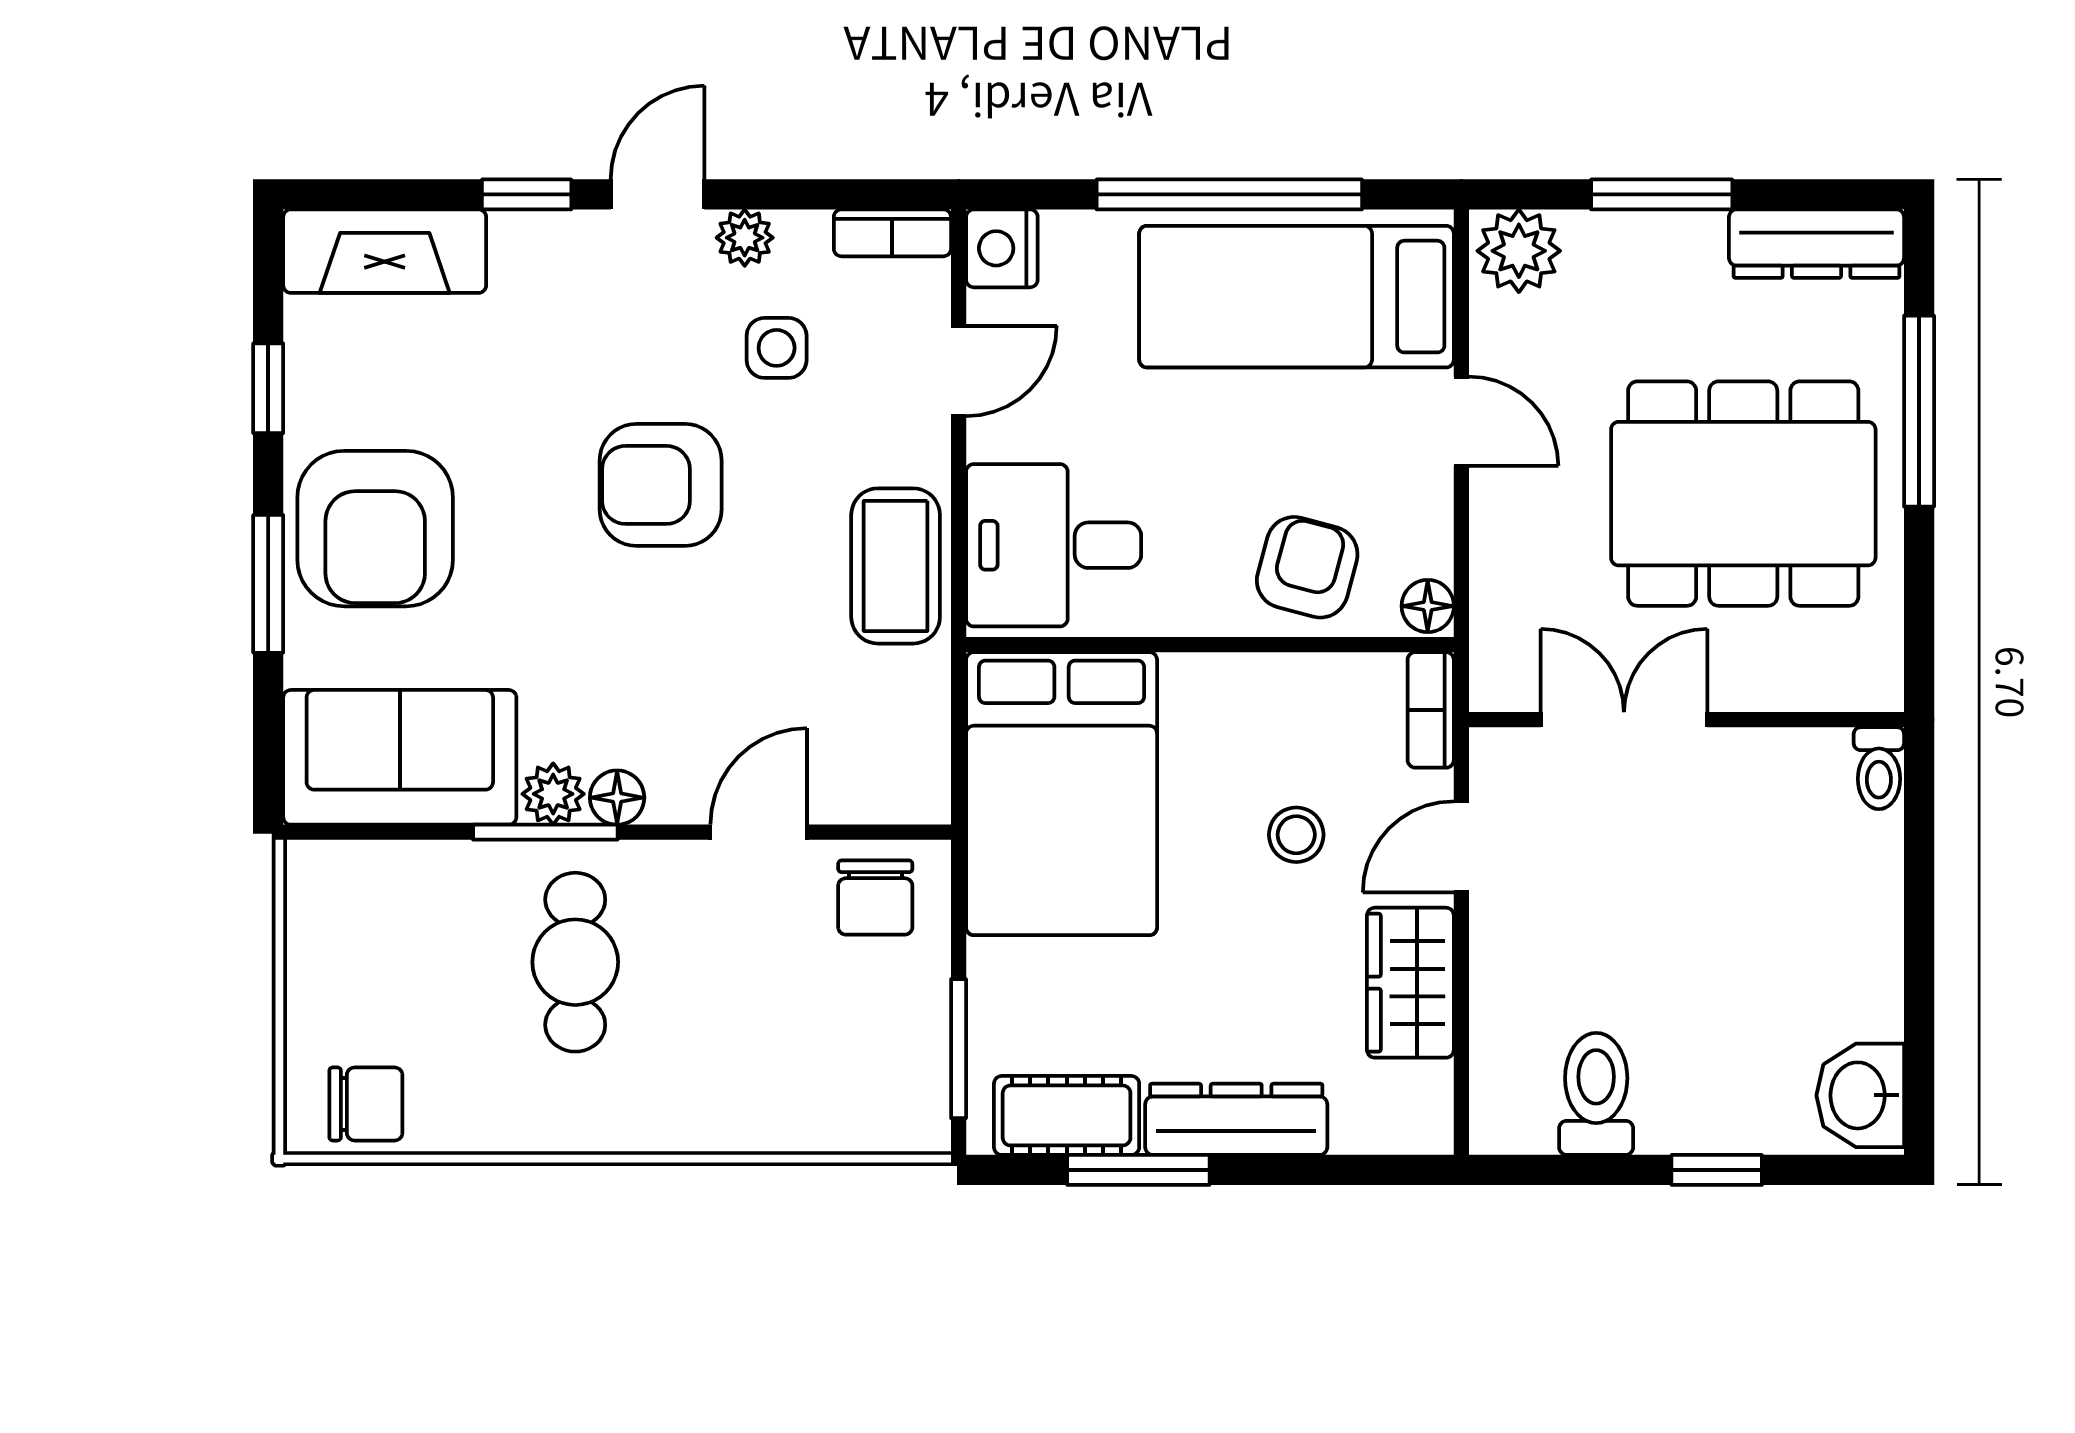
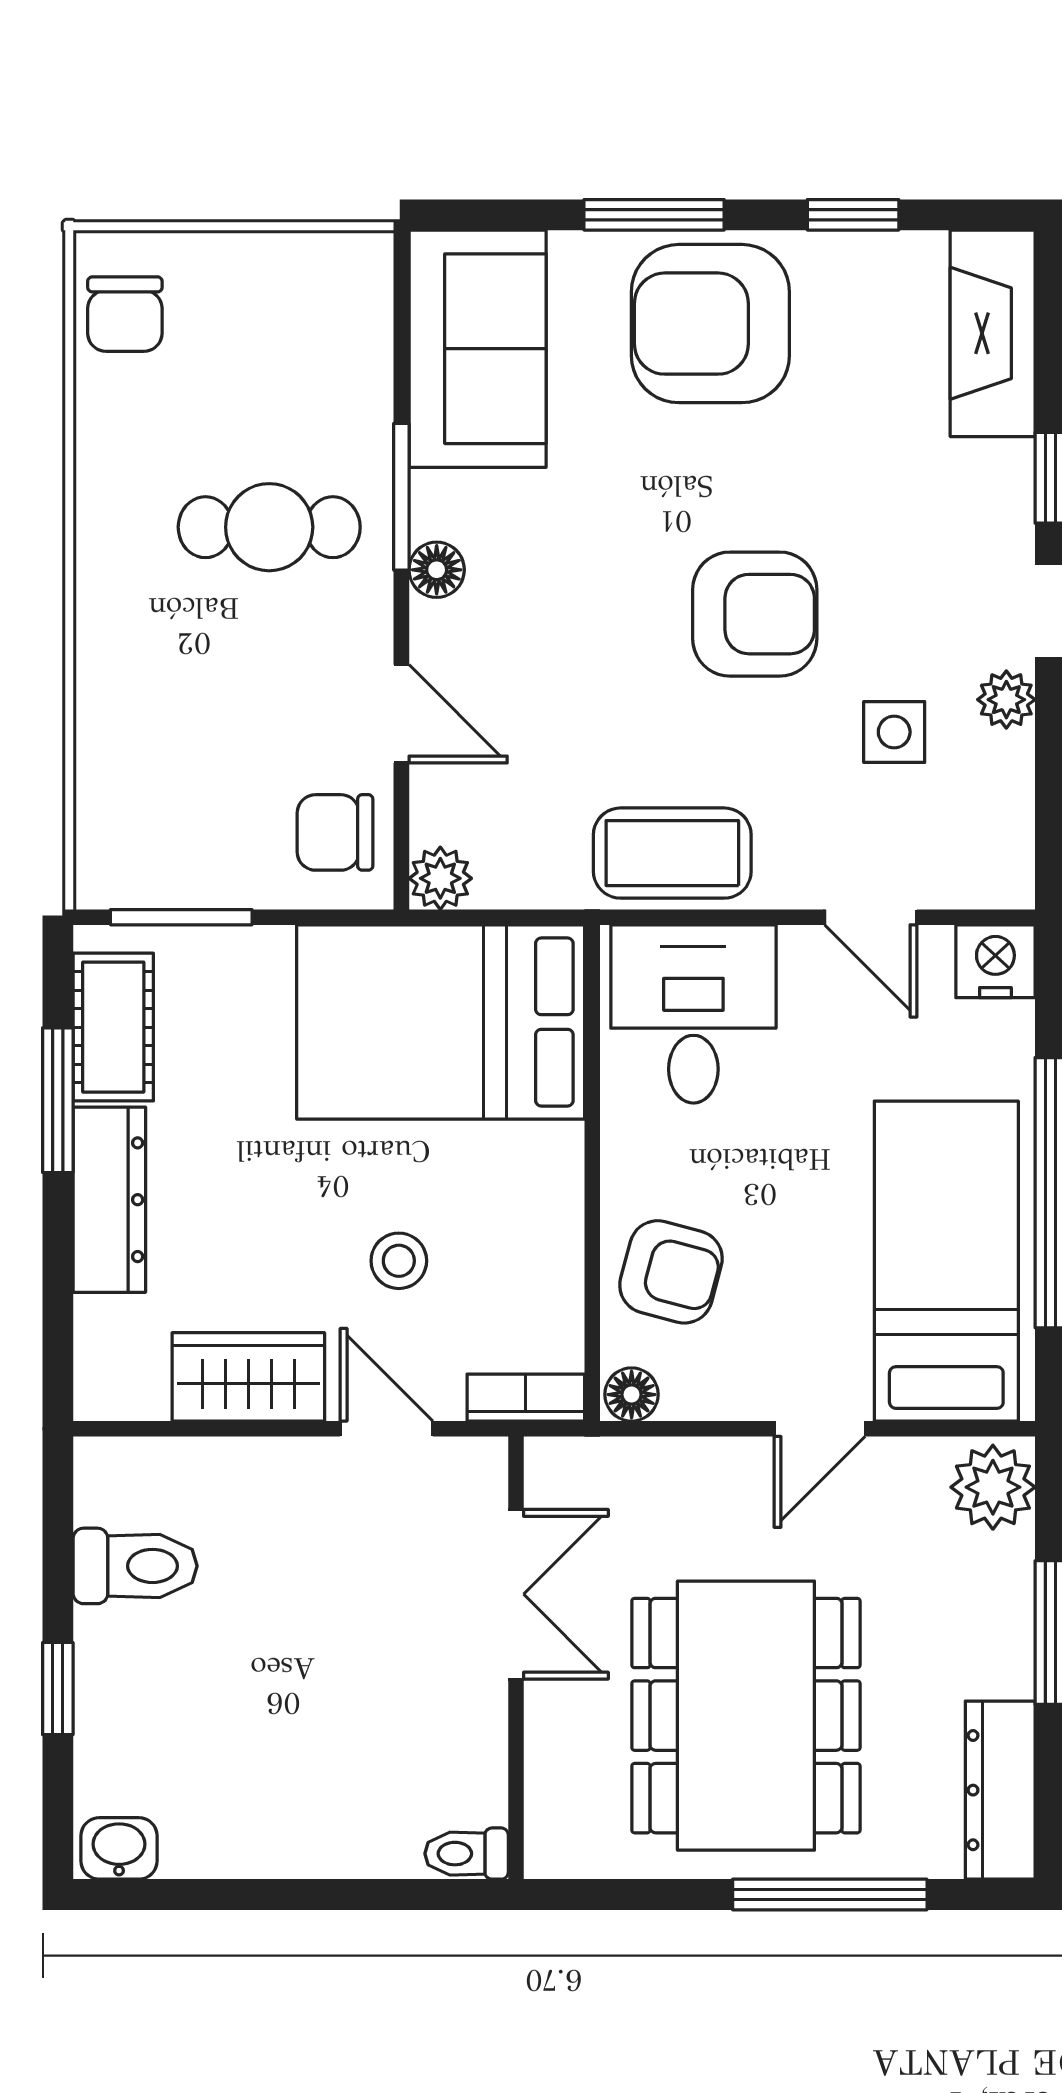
bookcase: (892, 233) -> (1011, 850), removed
armchair: (661, 485) -> (755, 614), turned 90
plant: (553, 794) -> (440, 878), moved
washbasin: (1860, 1095) -> (119, 1848), width x0.72, depth x0.69

